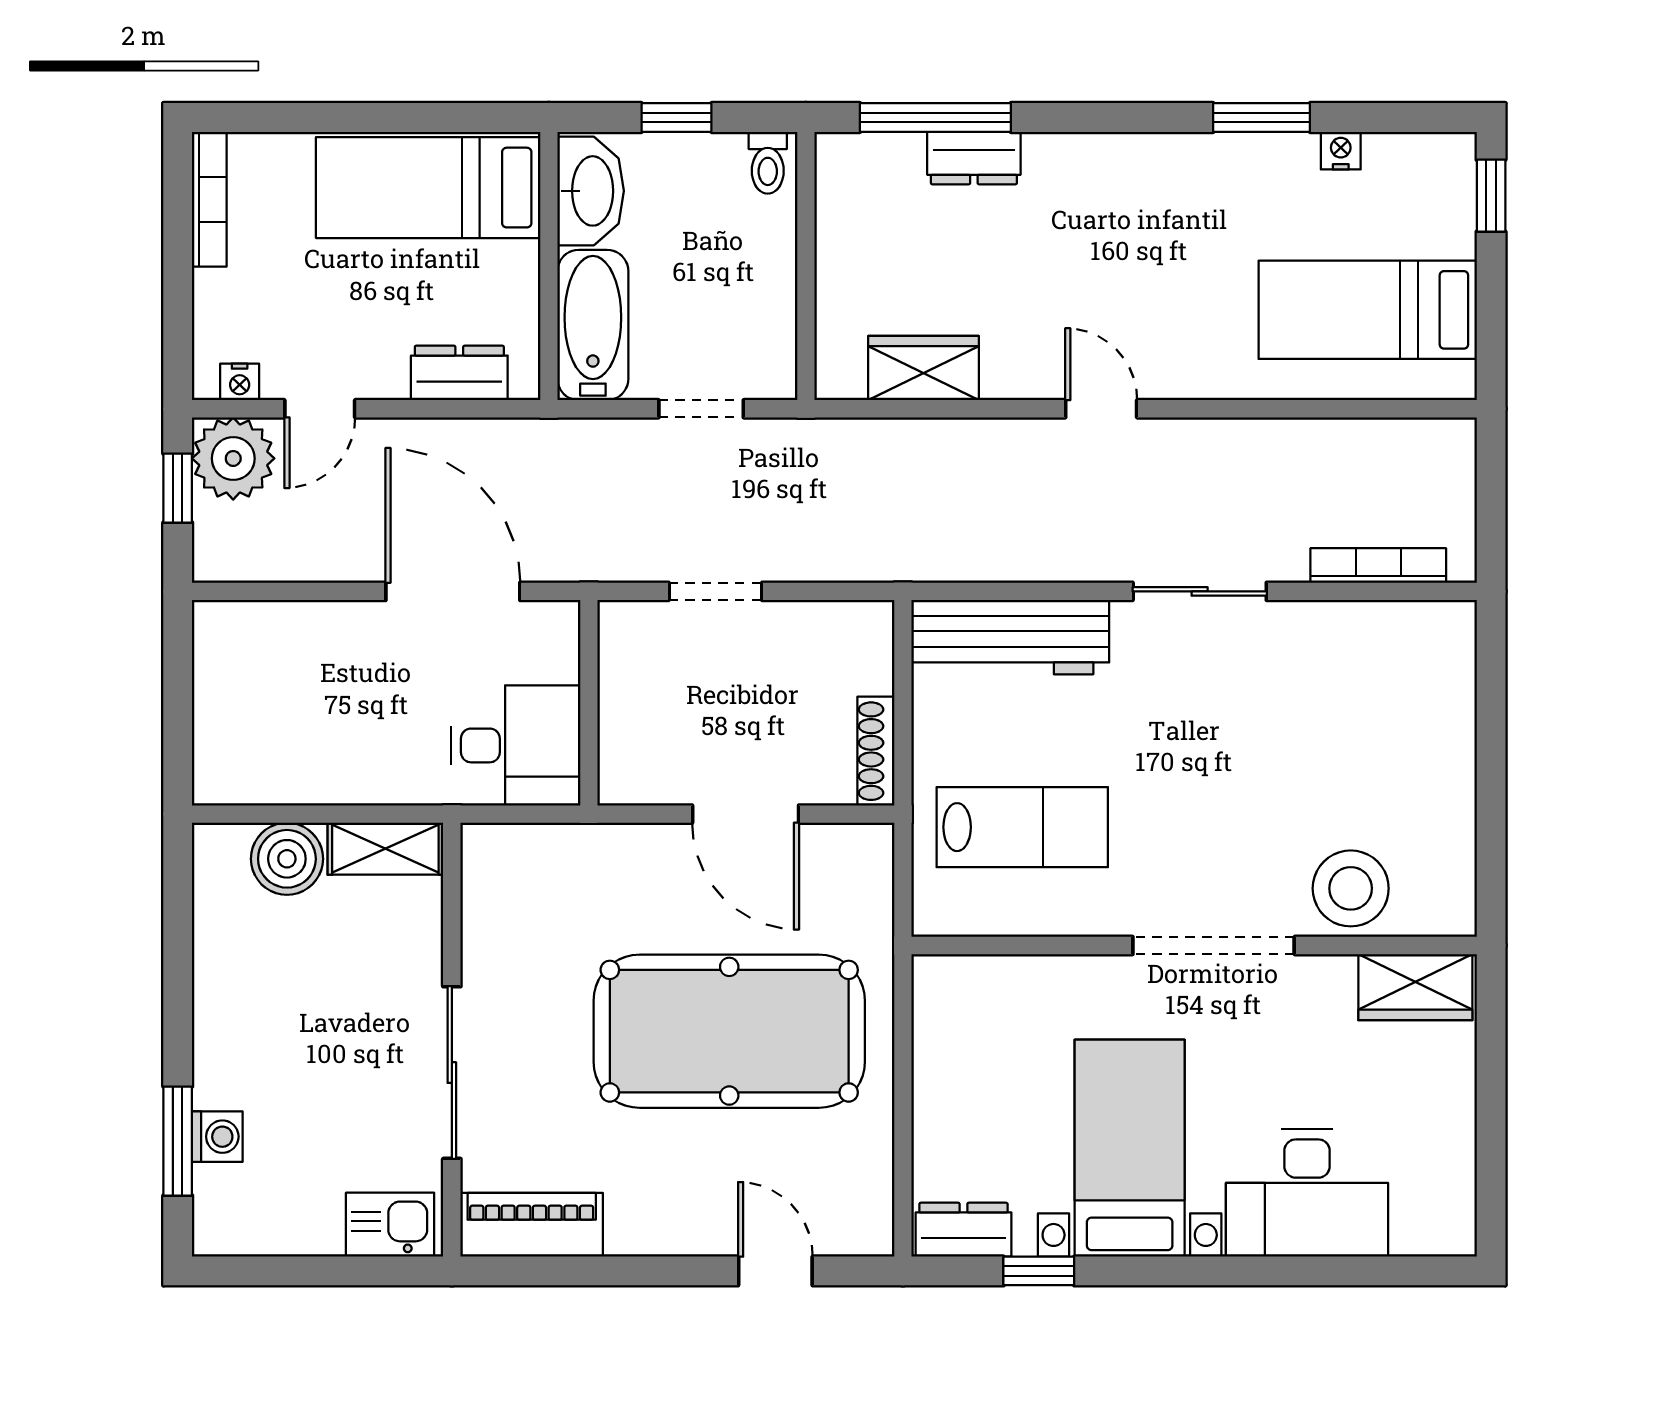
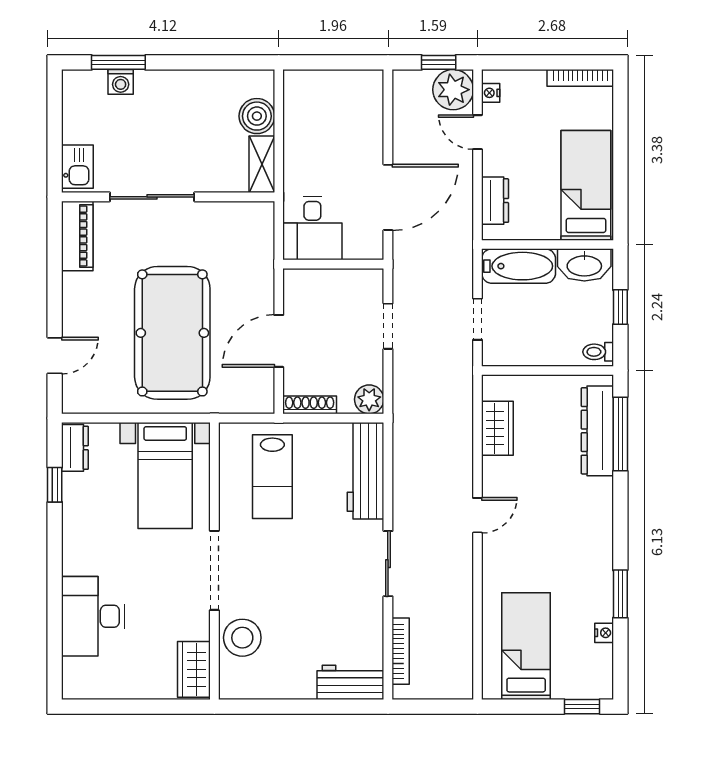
dresser: (974, 158) -> (597, 431), width x1.96, depth x1.24
plant: (865, 630) -> (369, 399), added
workbench: (1442, 668) -> (350, 682), added
bed with nightstands: (1130, 1148) -> (165, 476), moved, turned 90

